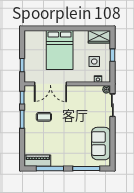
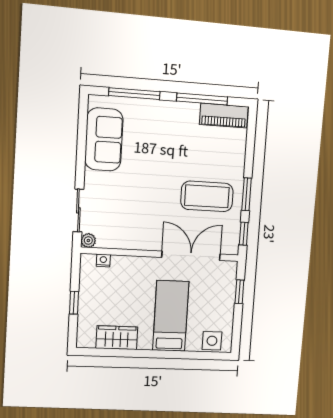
wardrobe: (99, 37) -> (117, 338), moved
bed: (60, 50) -> (171, 316), width x0.67
side table: (94, 61) -> (212, 341), moved
coffee table: (44, 117) -> (207, 196), width x1.86, depth x1.72

